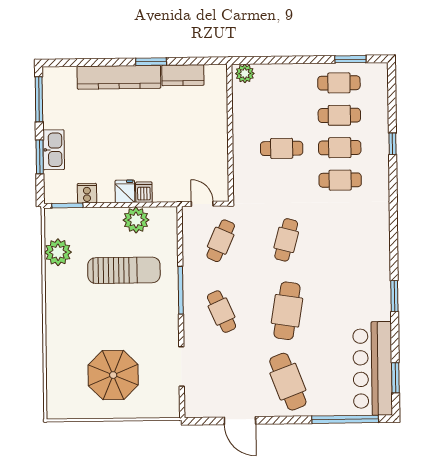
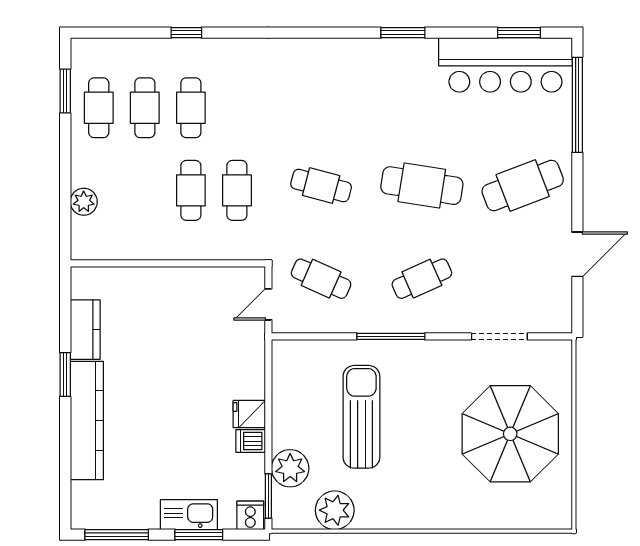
plant: (245, 74) -> (84, 202), moved
cafe table: (340, 180) -> (237, 190), moved
dishwasher: (144, 192) -> (251, 441), moved
cooker: (87, 193) -> (250, 515), moved, turned 90
plant: (136, 220) -> (290, 468), moved
parasol: (113, 375) -> (510, 434), width x1.36, depth x1.36

